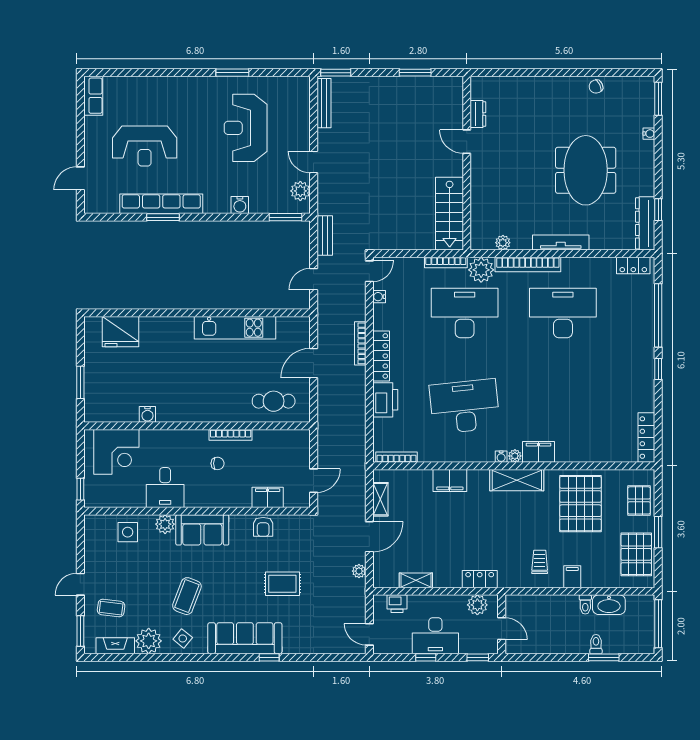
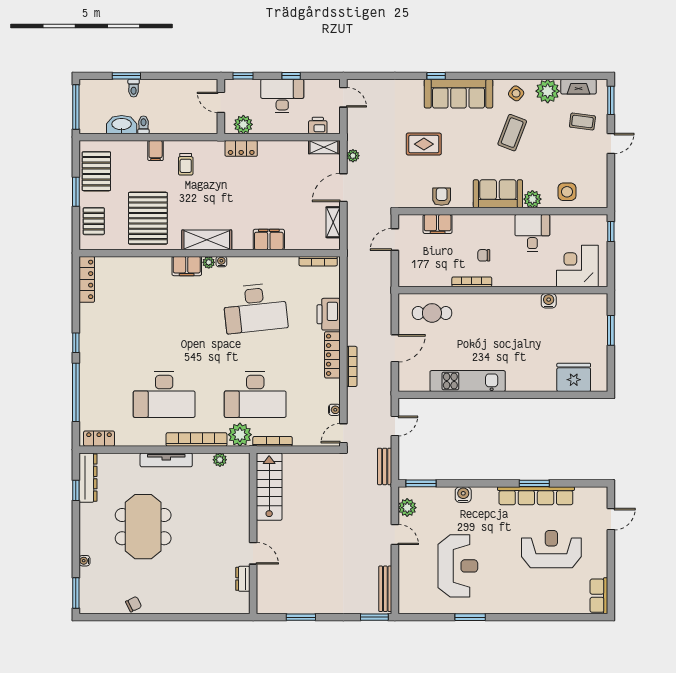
shelving: (416, 580) -> (324, 147), moved

